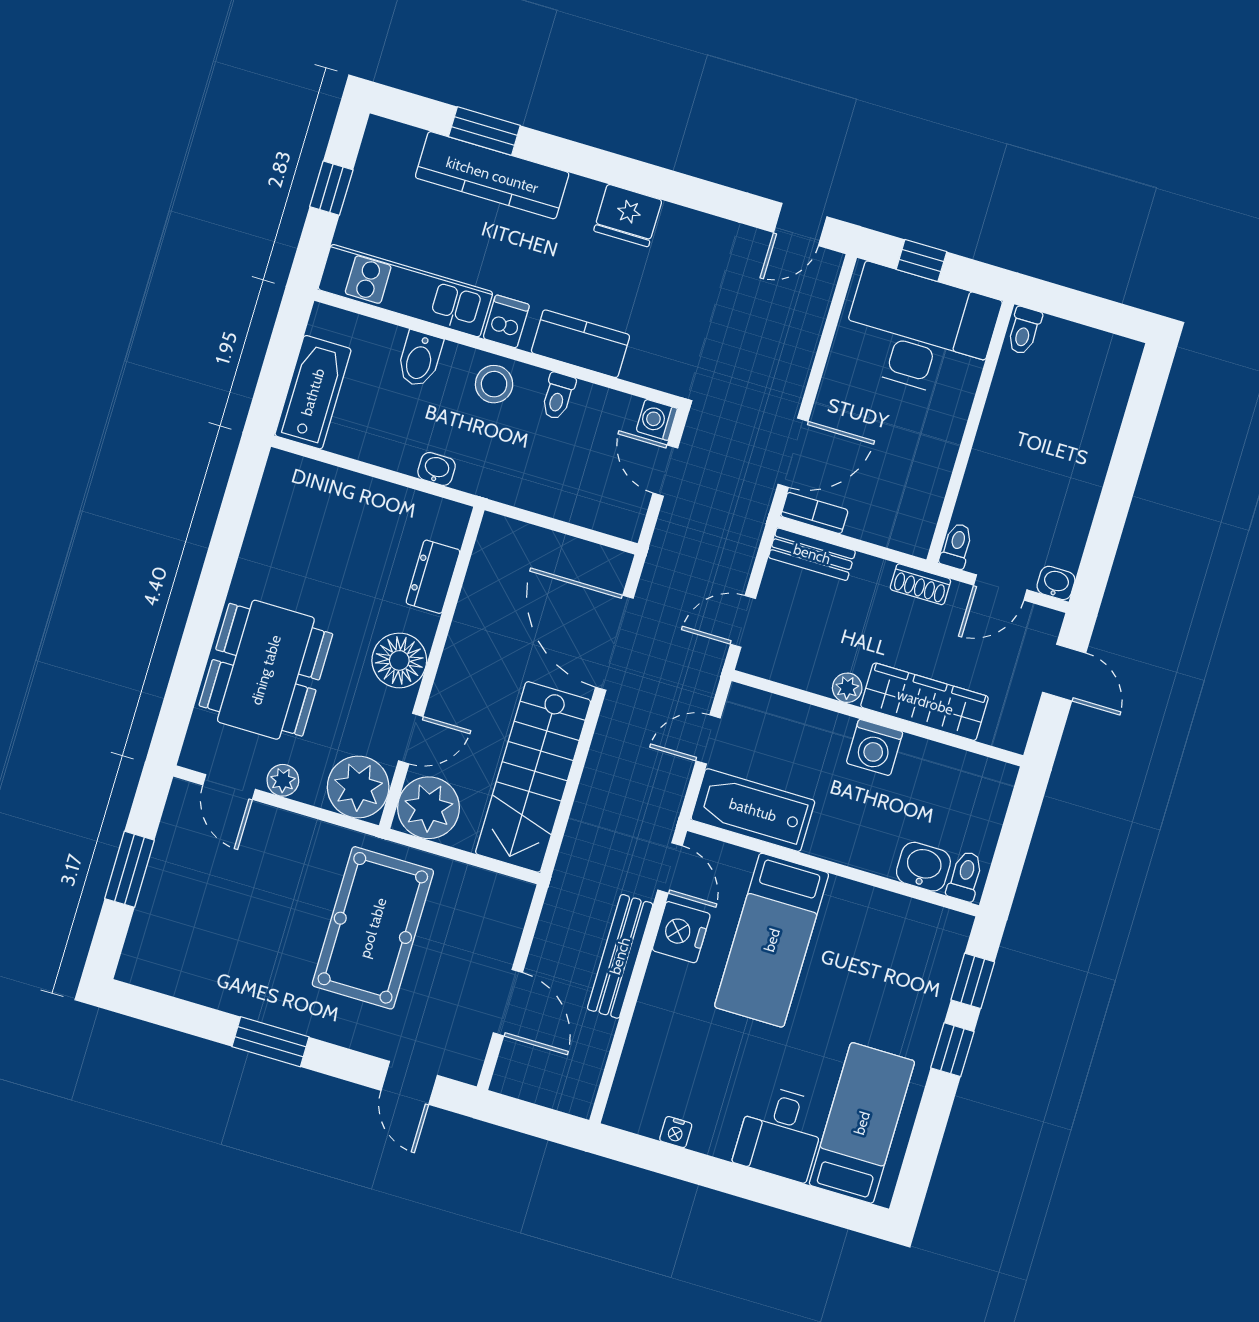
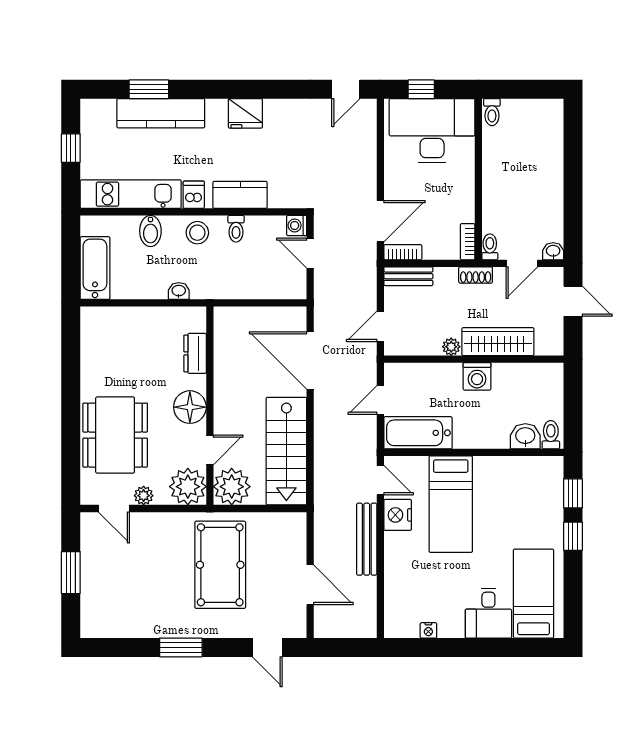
bookcase: (923, 527) -> (468, 242), added

